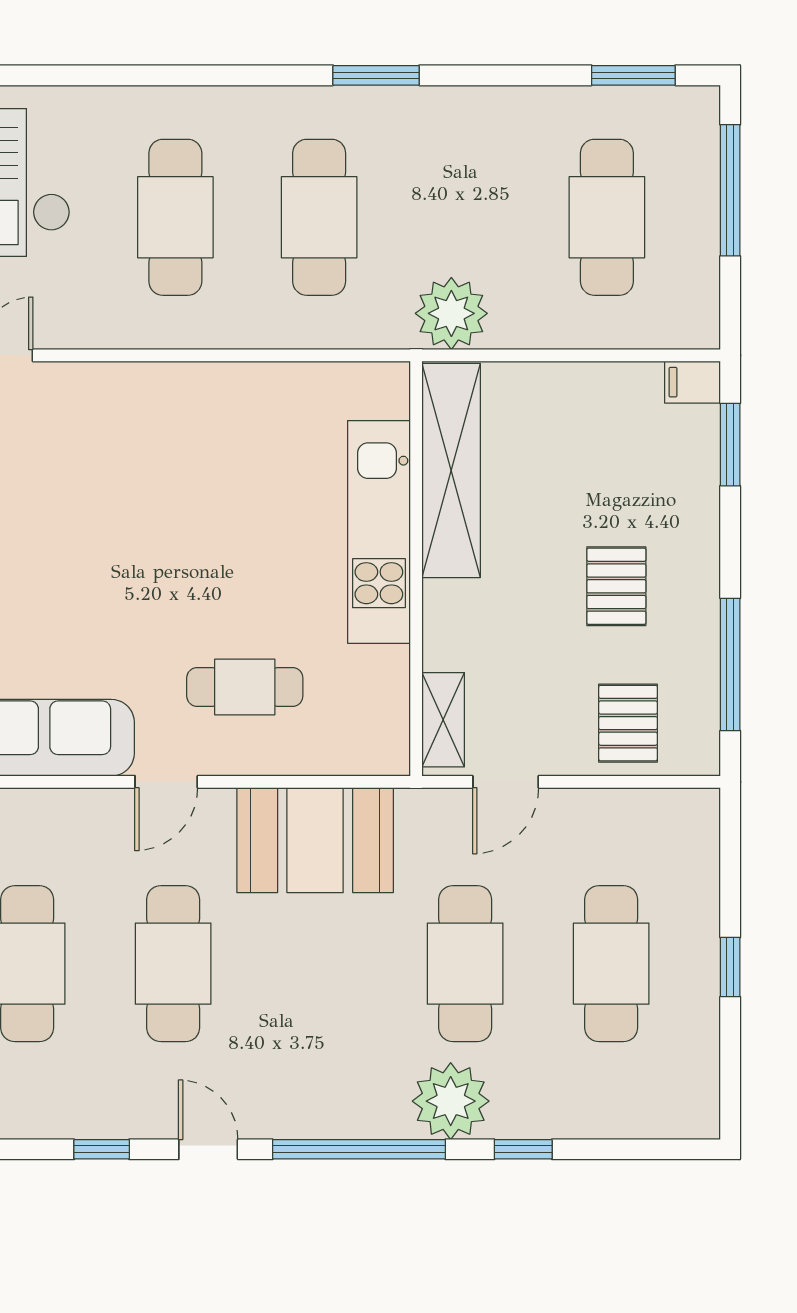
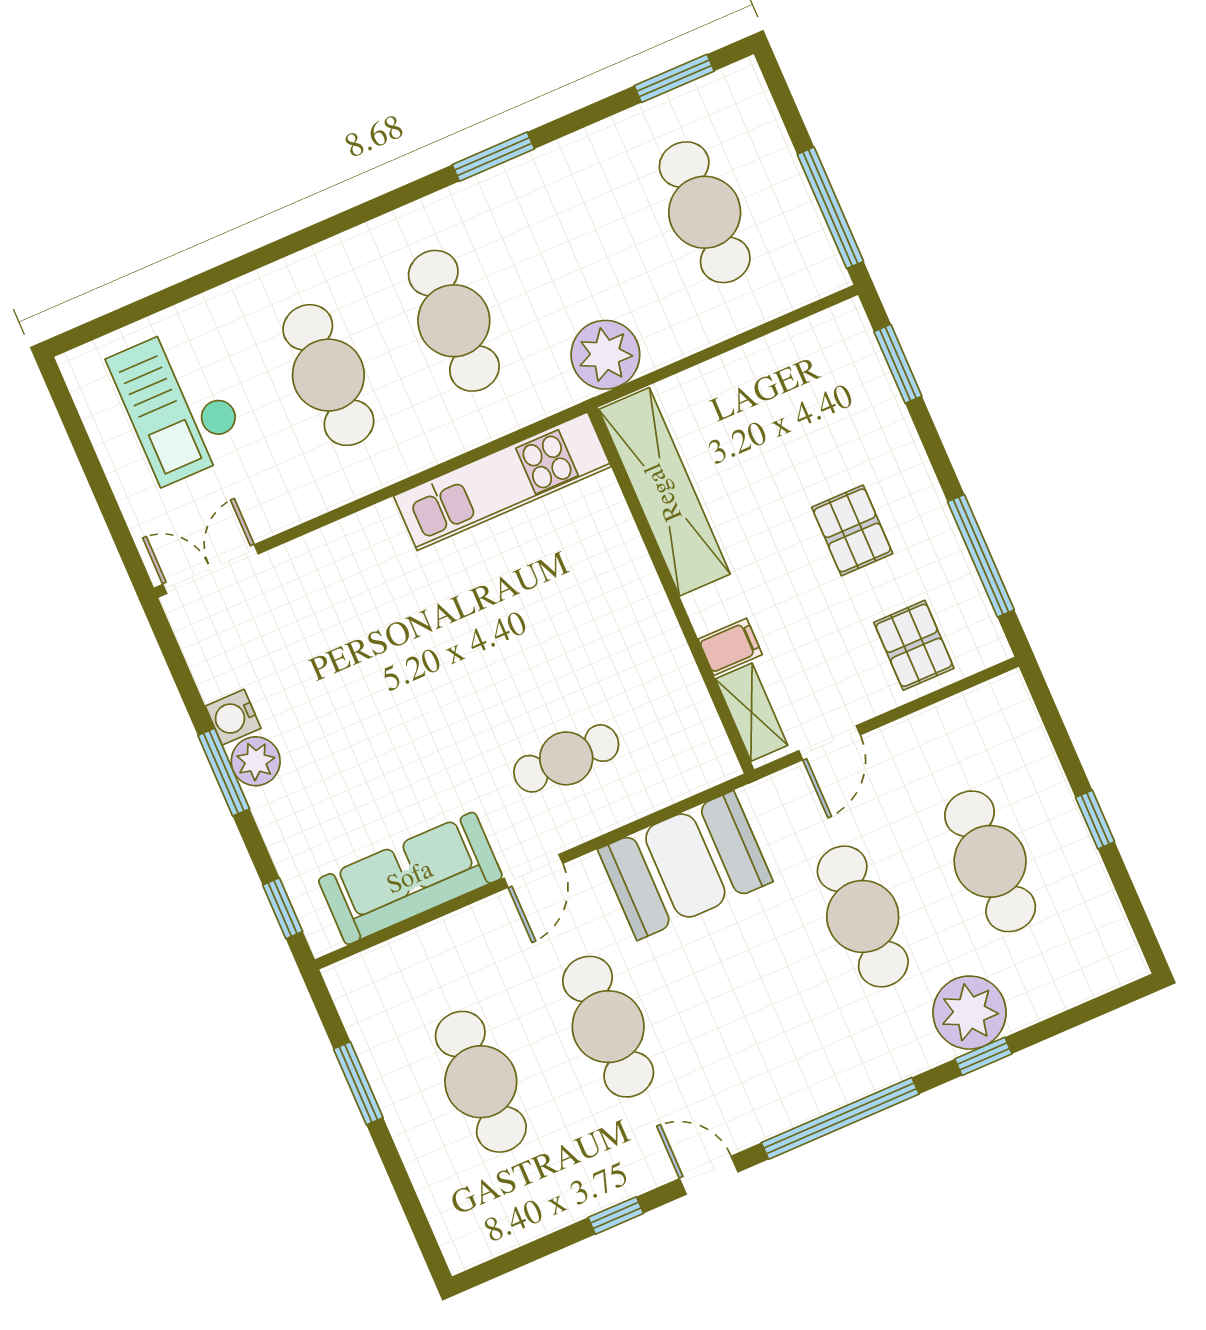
window: (376, 75) -> (493, 157), moved
window: (730, 190) -> (830, 208), moved
filing cabinet: (693, 382) -> (730, 647), moved, turned 180
kitchen unit: (379, 532) -> (502, 481), moved, turned -90
plant: (451, 1101) -> (969, 1013), moved

